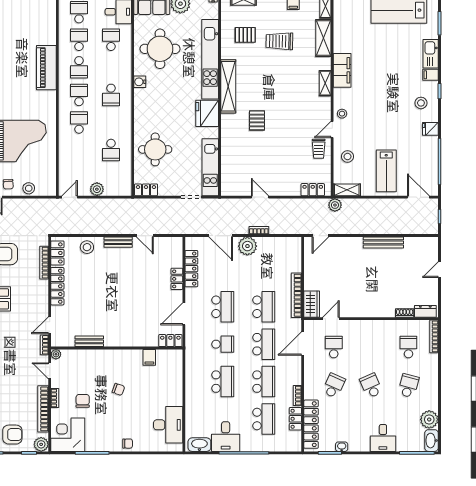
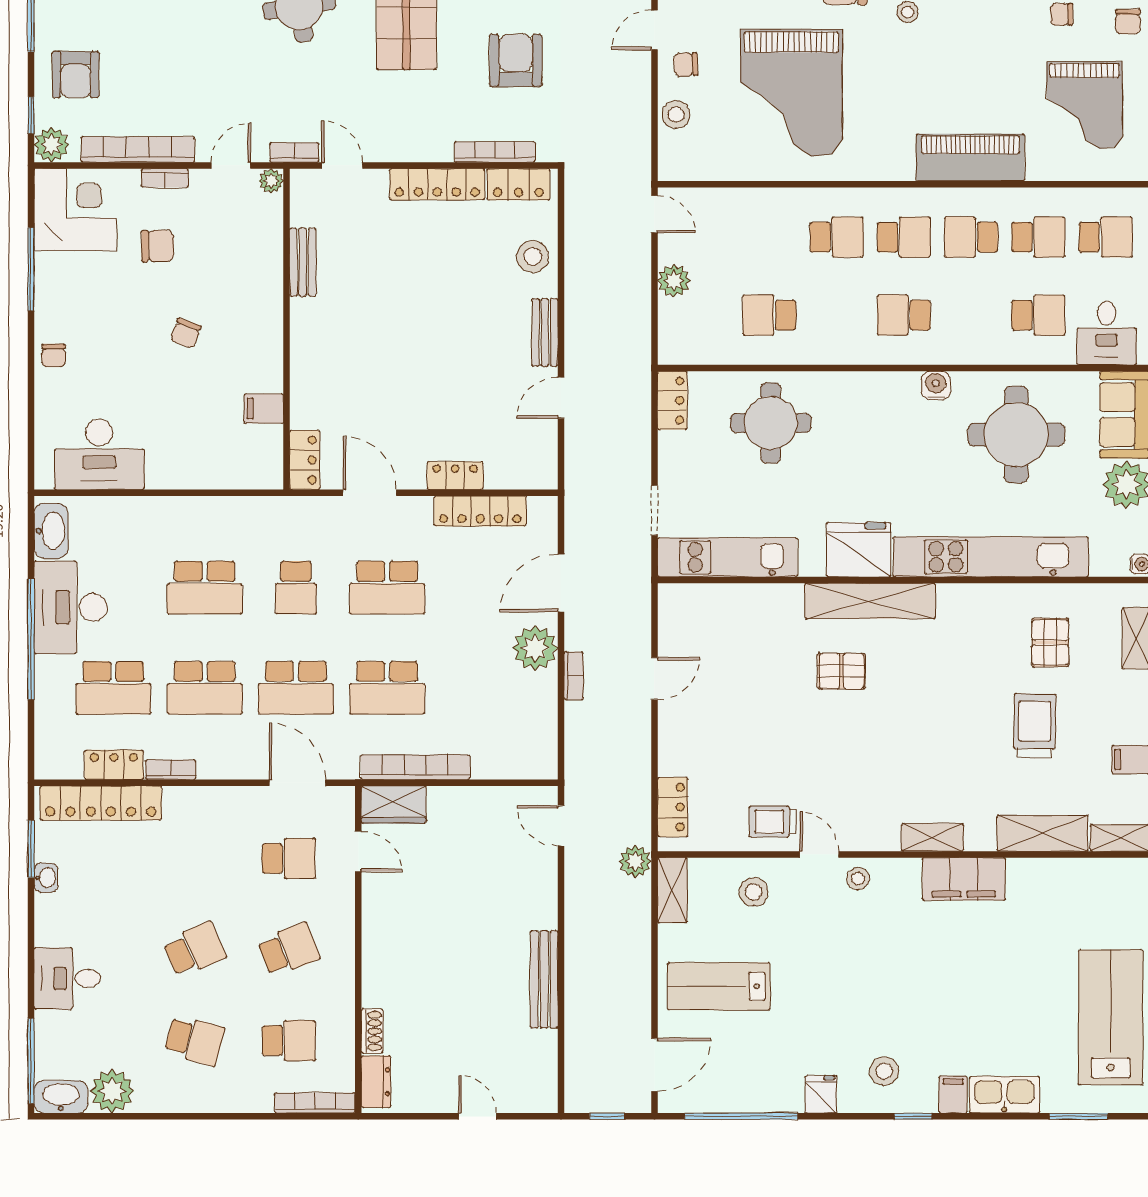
grand piano: (25, 21) -> (1084, 105), added
shelving: (228, 86) -> (870, 601), moved
school desk: (334, 386) -> (289, 949), moved, turned -45
desk: (226, 437) -> (71, 607), width x1.37

